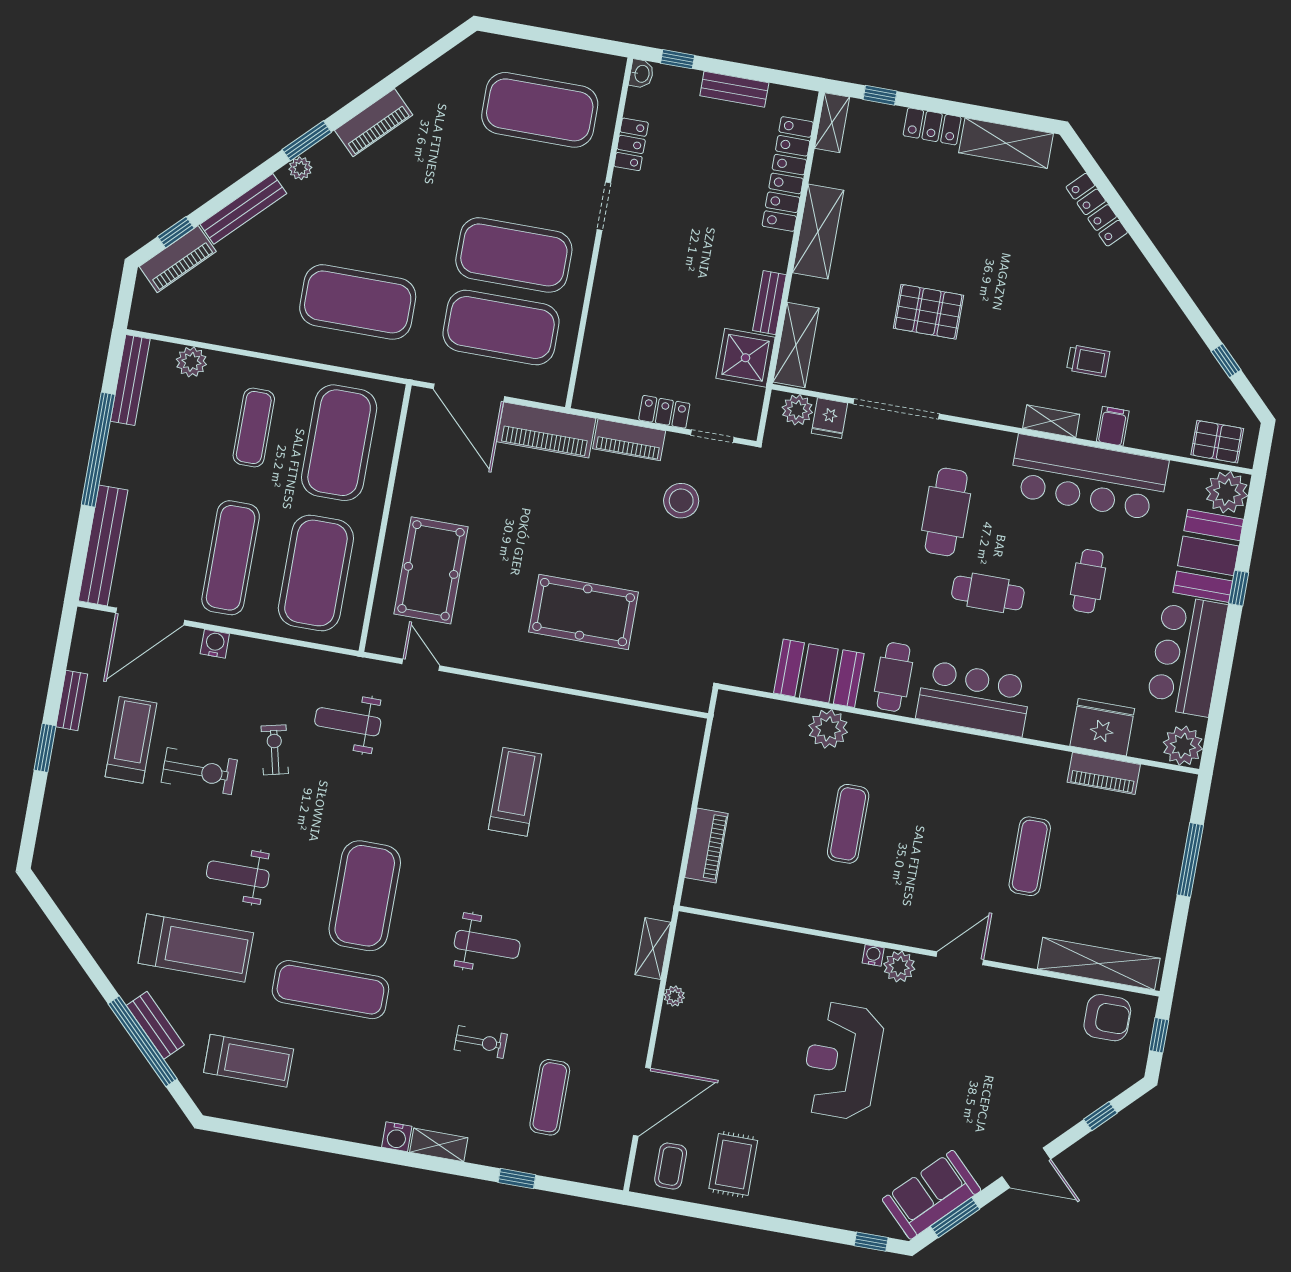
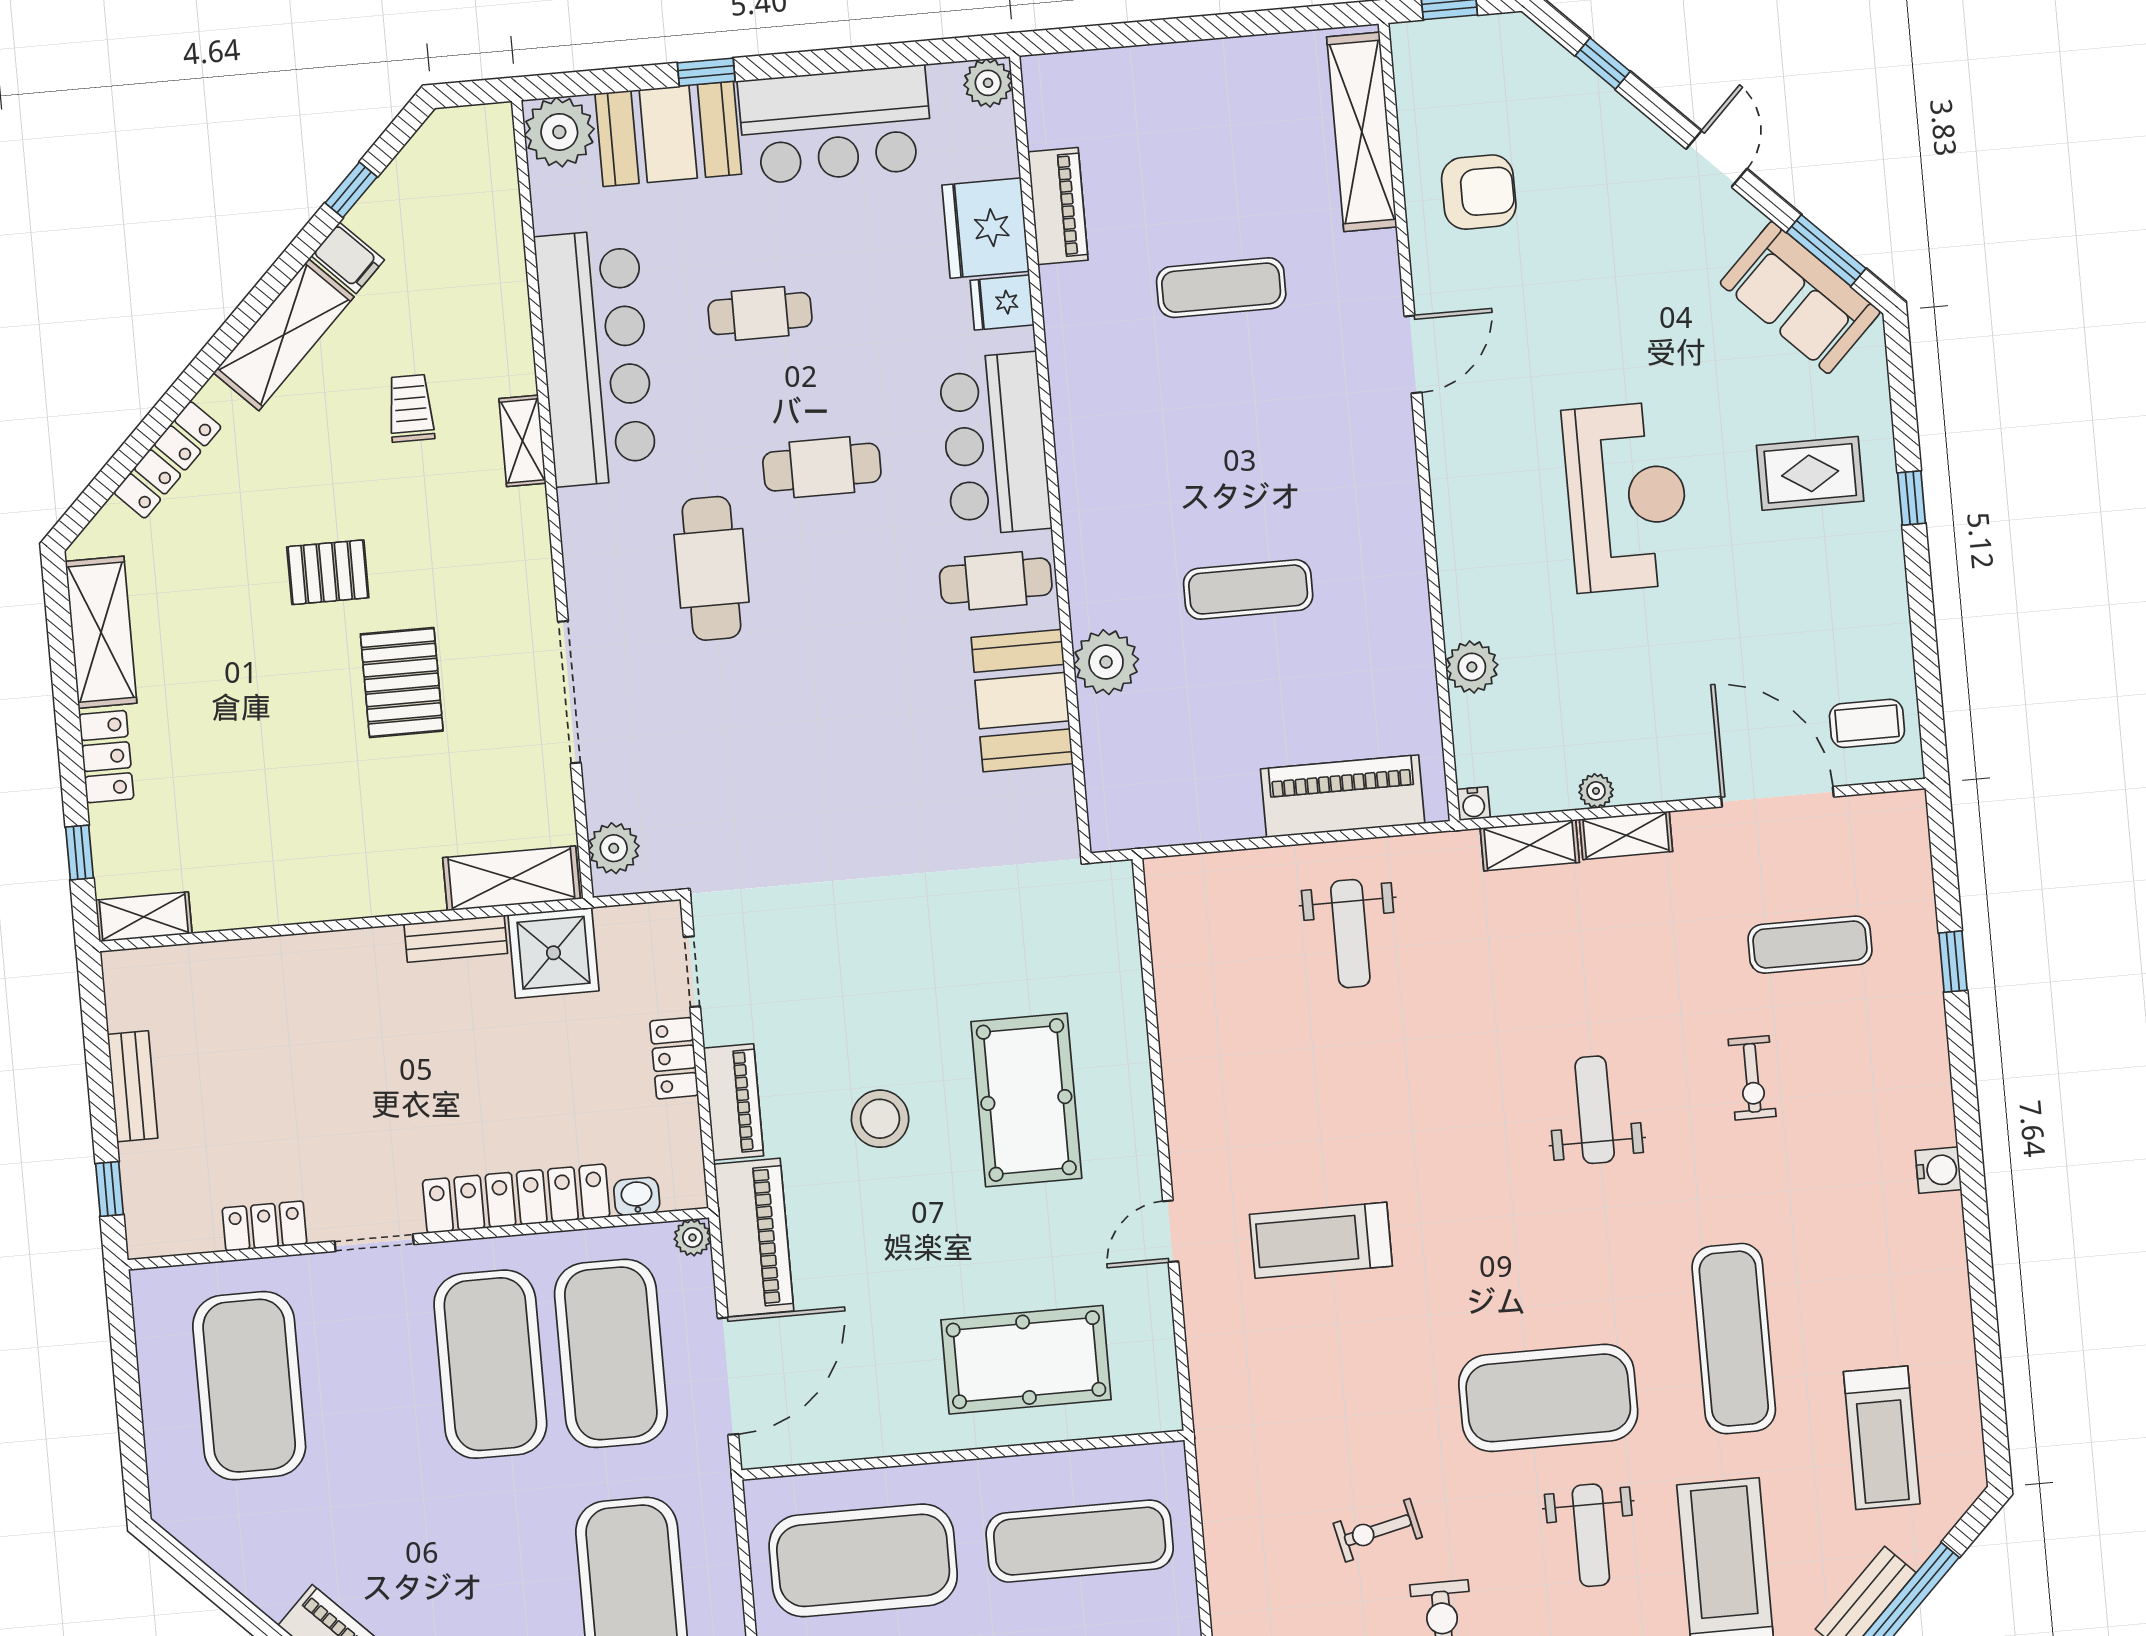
washbasin: (641, 74) -> (637, 1197), moved
locker: (788, 174) -> (516, 1199), moved, turned 180
shelving: (818, 231) -> (284, 335), moved, turned -45
plant: (556, 394) -> (692, 1238), added
fridge: (829, 418) -> (1002, 303), moved, turned 180
filing cabinet: (1113, 426) -> (348, 258), moved, turned -135
pallet: (1217, 442) -> (328, 572), moved, turned 90
stool: (681, 501) -> (880, 1119), moved
cafe table: (946, 512) -> (712, 568), turned 90
exercise mat: (316, 573) -> (1080, 1541), width x0.68
cafe table: (988, 593) -> (822, 467), turned 90
door: (421, 665) -> (1171, 1231), moved
weight bench: (348, 722) -> (1350, 934), moved
plant: (1183, 746) -> (988, 83), width x0.73, depth x0.73
treadmill: (515, 792) -> (1321, 1240), moved
piano: (706, 845) -> (1343, 796), width x1.37, depth x1.33
window: (1190, 860) -> (1158, 32), removed
exercise mat: (365, 896) -> (1548, 1398), moved
water cooler: (873, 955) -> (1473, 804), moved, turned -90
door: (960, 958) -> (1413, 354), swing flipped
plant: (899, 967) -> (1472, 667), moved
armchair: (1107, 1018) -> (1479, 192), moved, turned 90
exercise bike: (481, 1042) -> (1752, 1078), turned 180
treadmill: (249, 1061) -> (1882, 1438), turned 180
reception desk: (842, 1061) -> (1627, 497), turned -90
shelving: (439, 1145) -> (1626, 835), moved, turned 90
rug: (733, 1164) -> (1810, 473), moved
door: (1026, 1168) -> (1717, 159), width x0.73
window: (871, 1242) -> (1912, 498), moved

